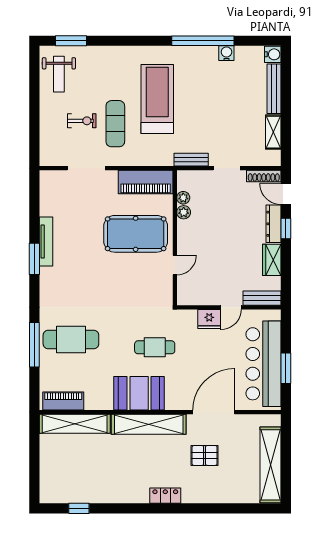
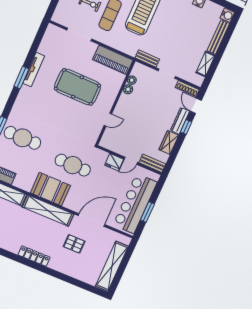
pool table: (136, 234) -> (77, 87), moved
cafe table: (155, 347) -> (73, 165), width x1.37, depth x1.35
locker: (165, 496) -> (34, 256), width x1.53

